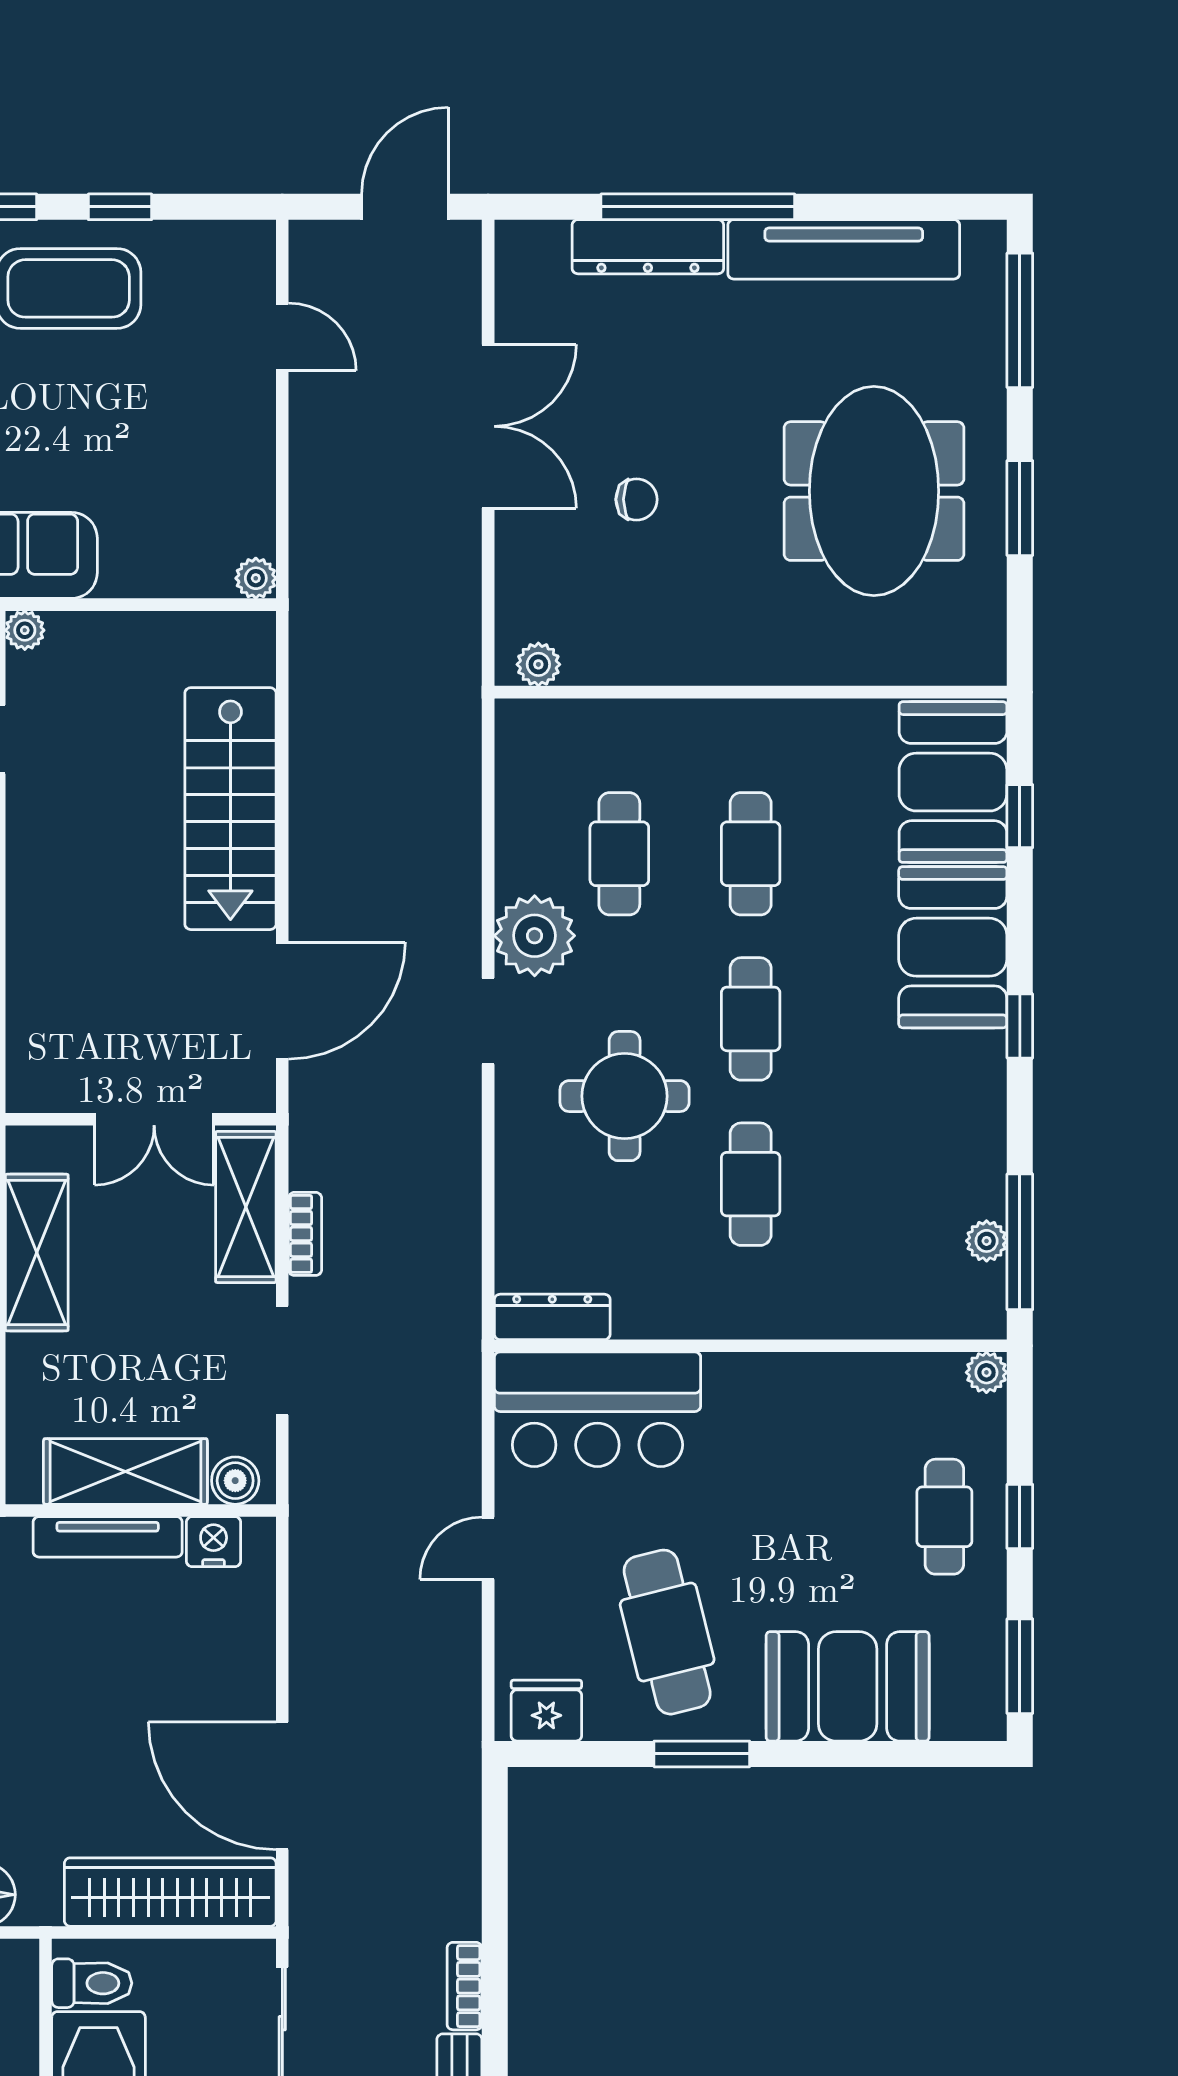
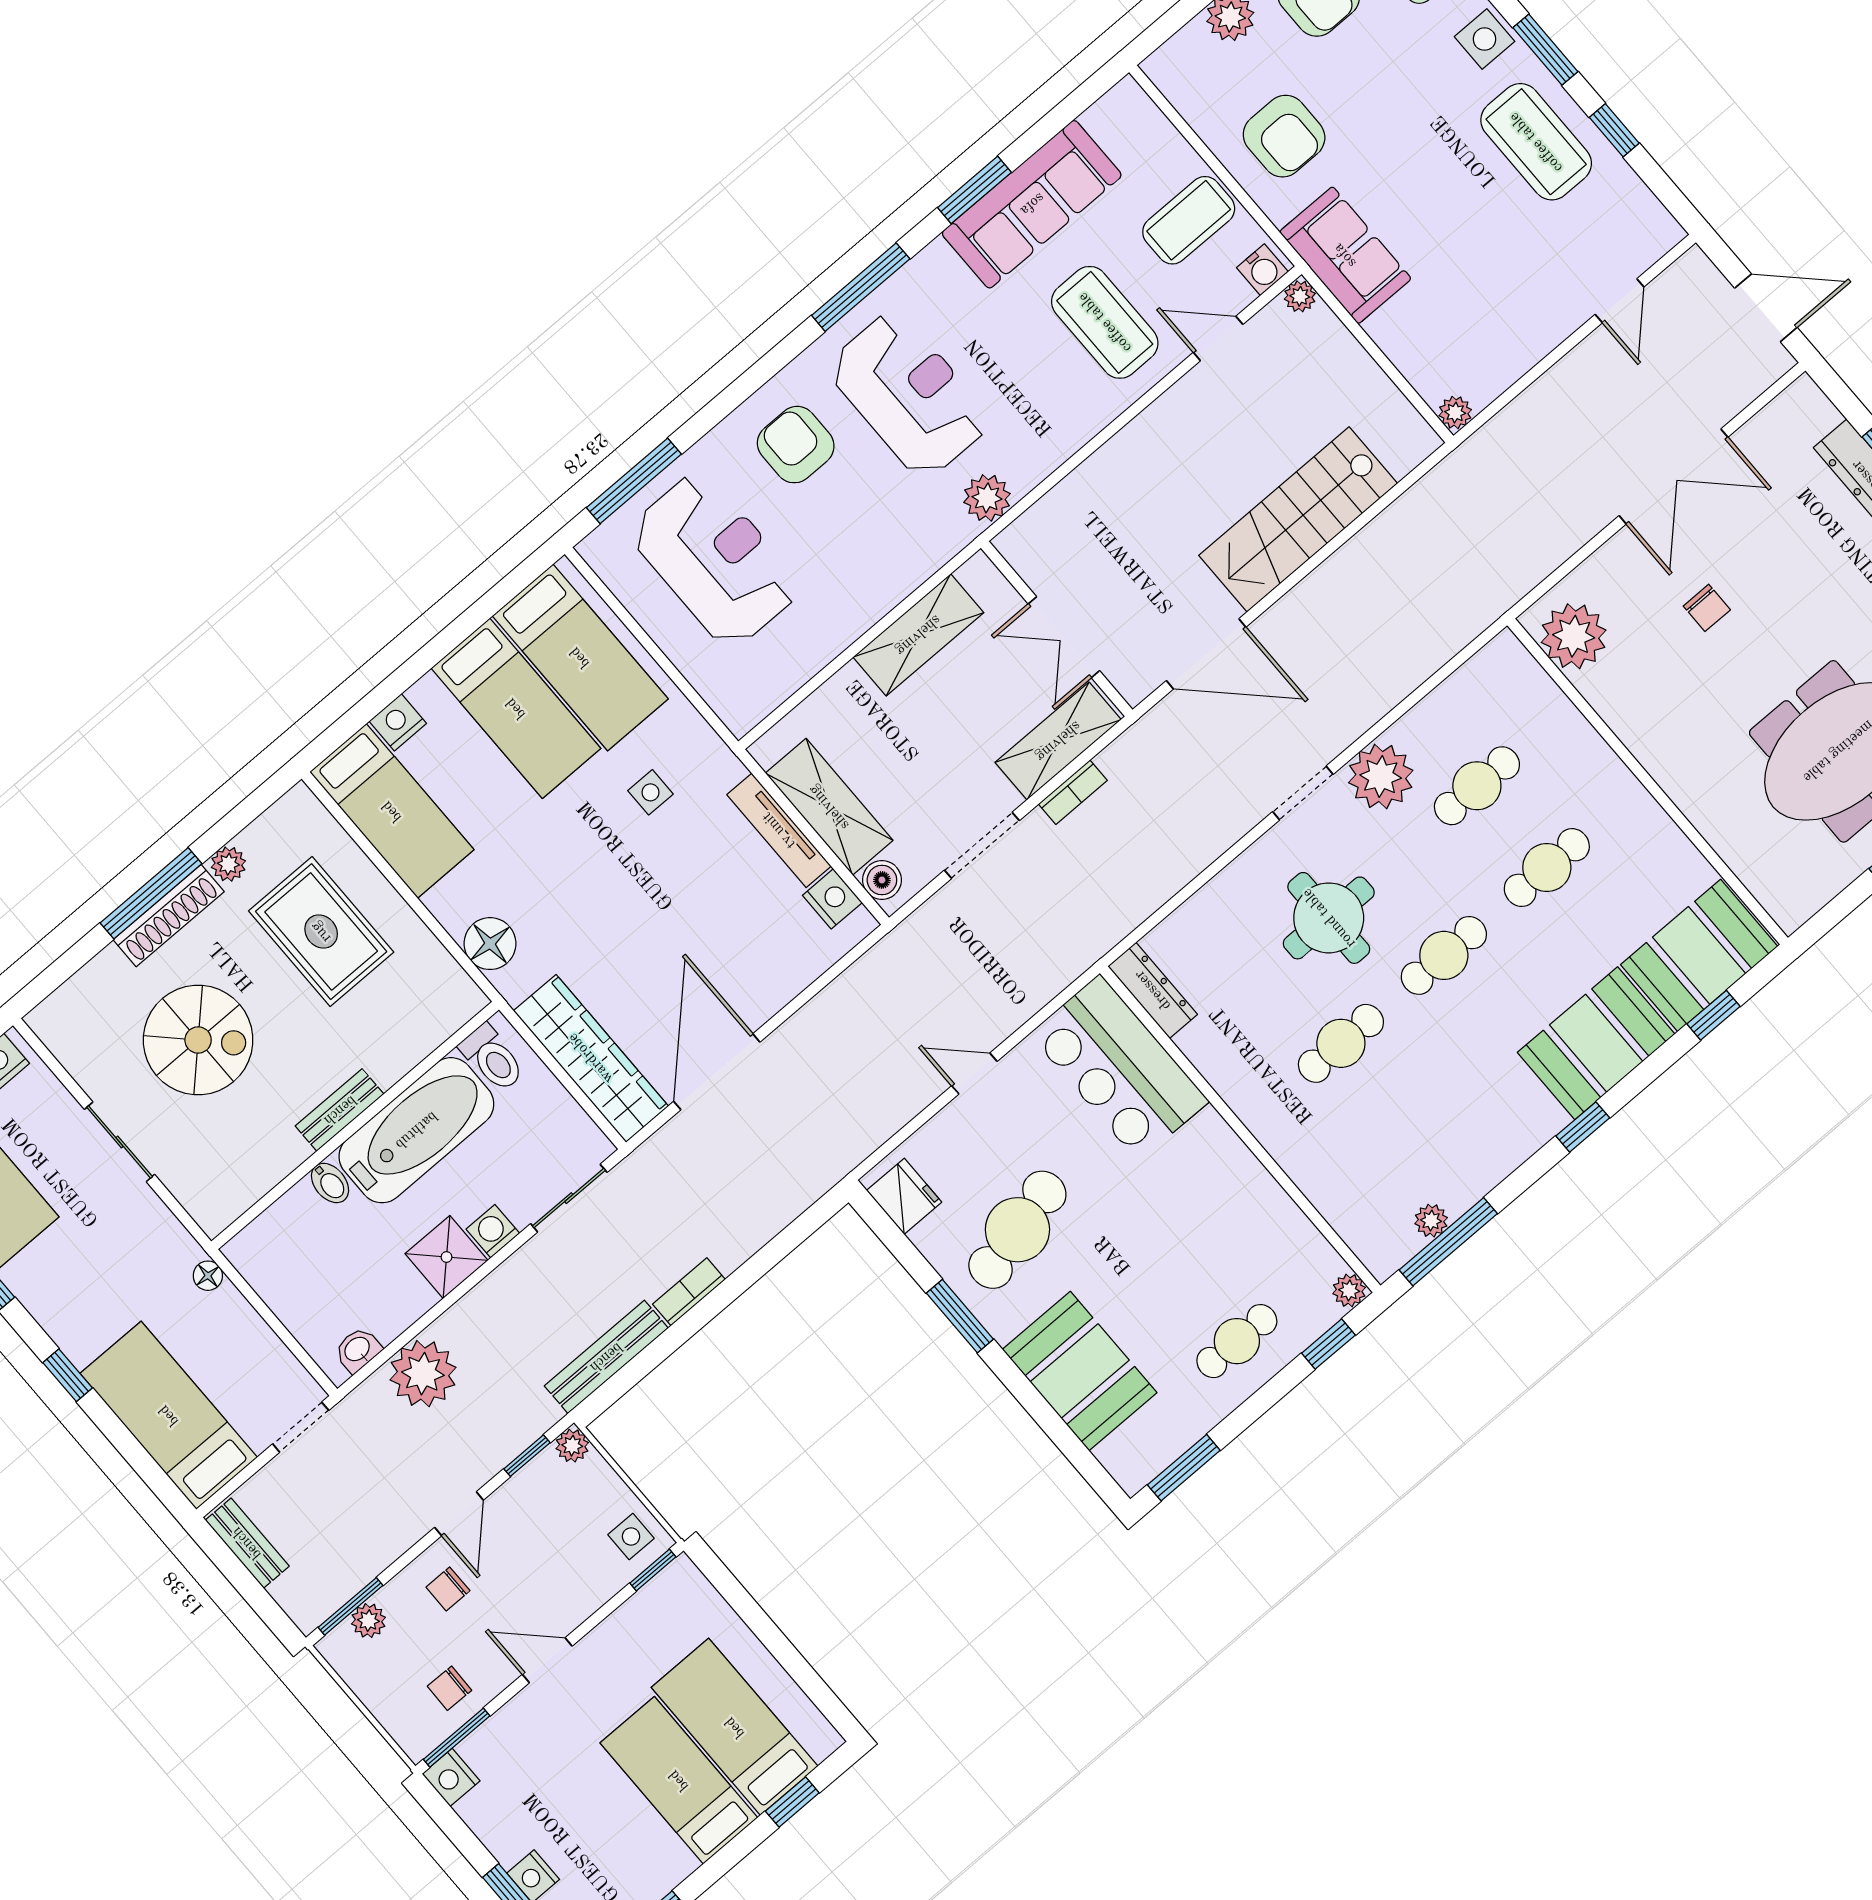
plant: (538, 664) -> (1574, 636), width x1.88, depth x1.88
window: (1020, 1516) -> (1328, 1344), moved

